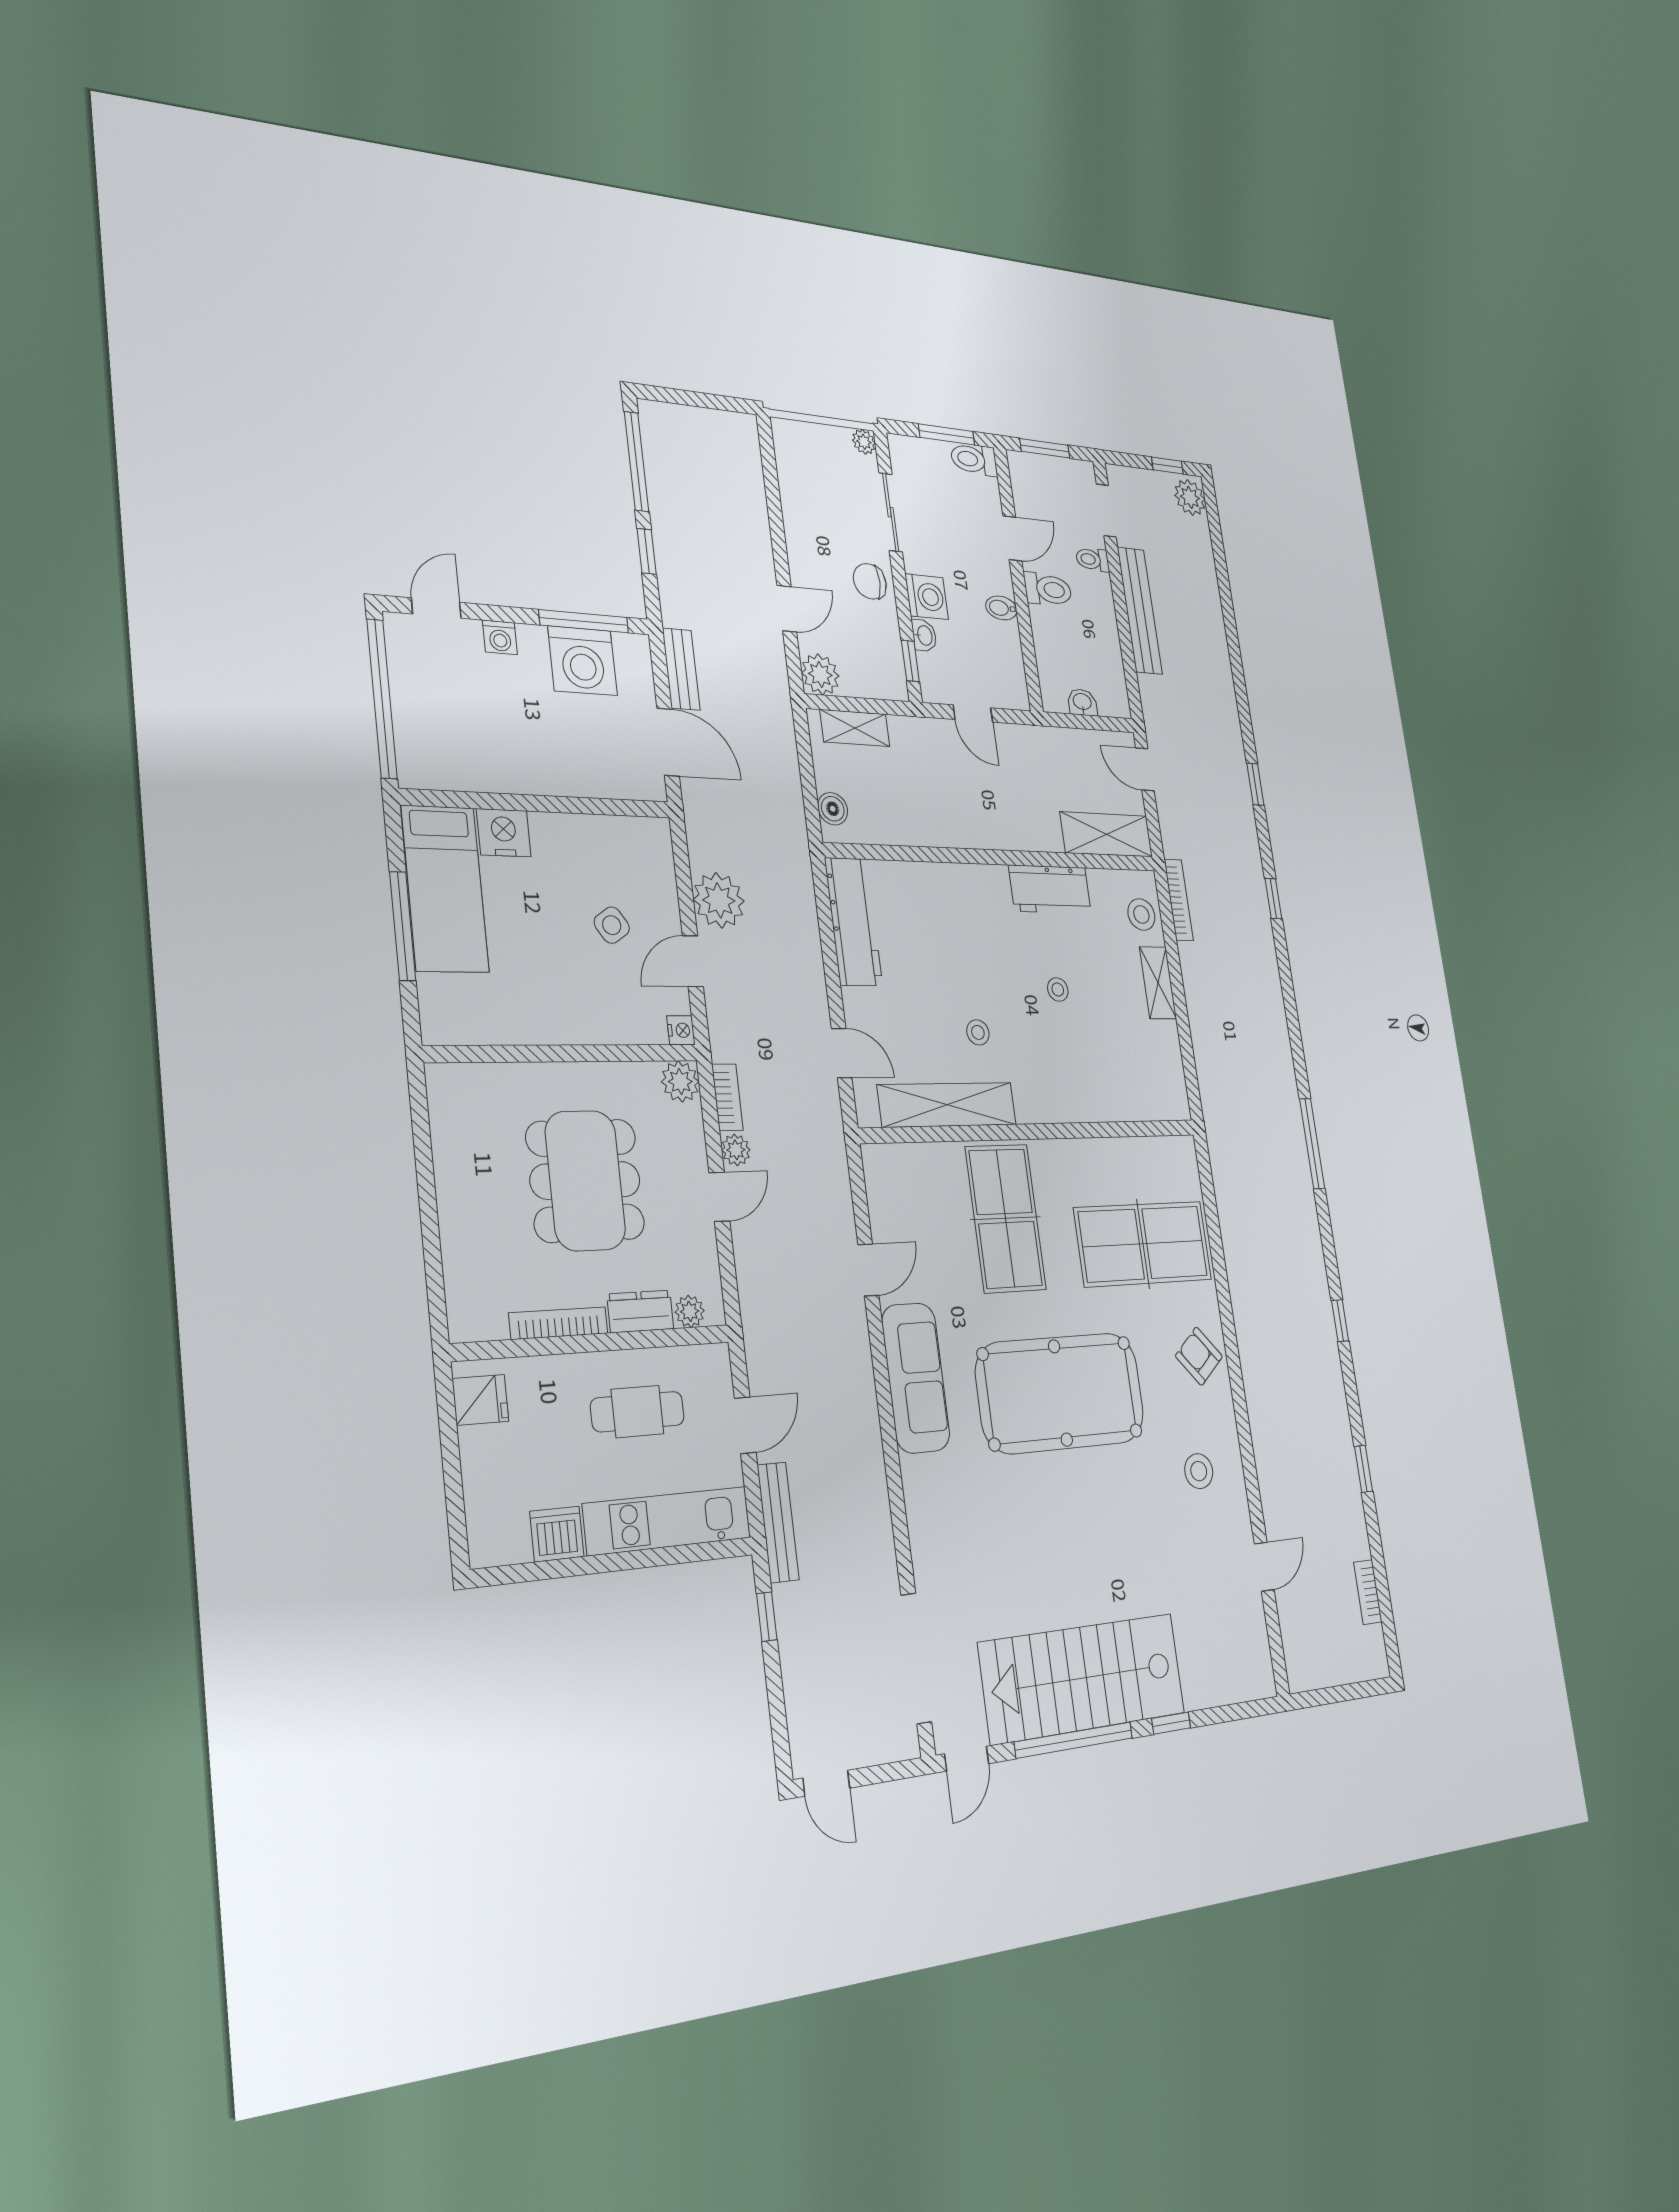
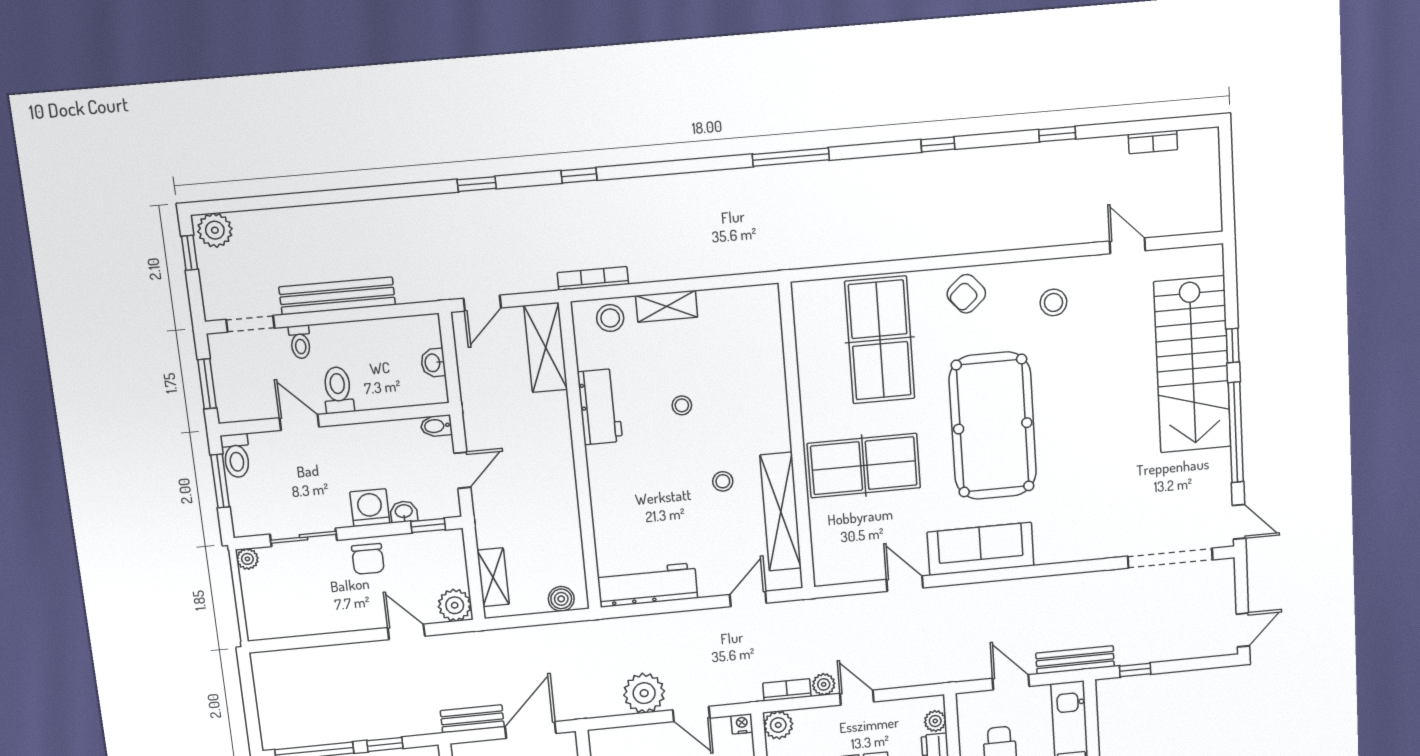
bidet: (1001, 608) -> (436, 426), moved, turned 90
stairs: (1083, 1678) -> (1192, 365), moved

